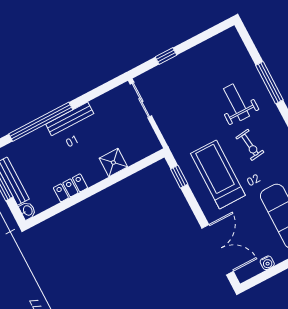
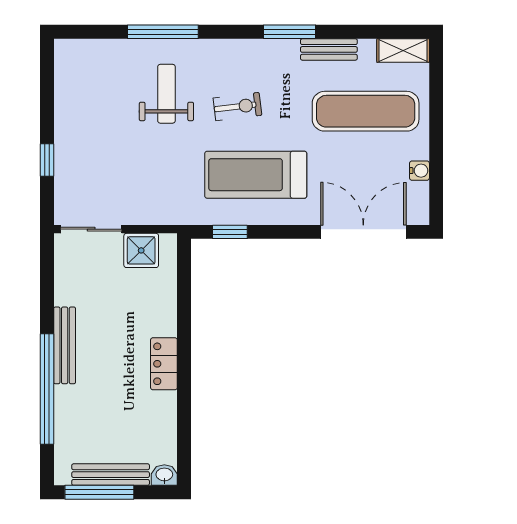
weight bench: (237, 102) -> (166, 94), turned 90
shower: (113, 162) -> (141, 250), moved
locker: (70, 188) -> (164, 364), moved

